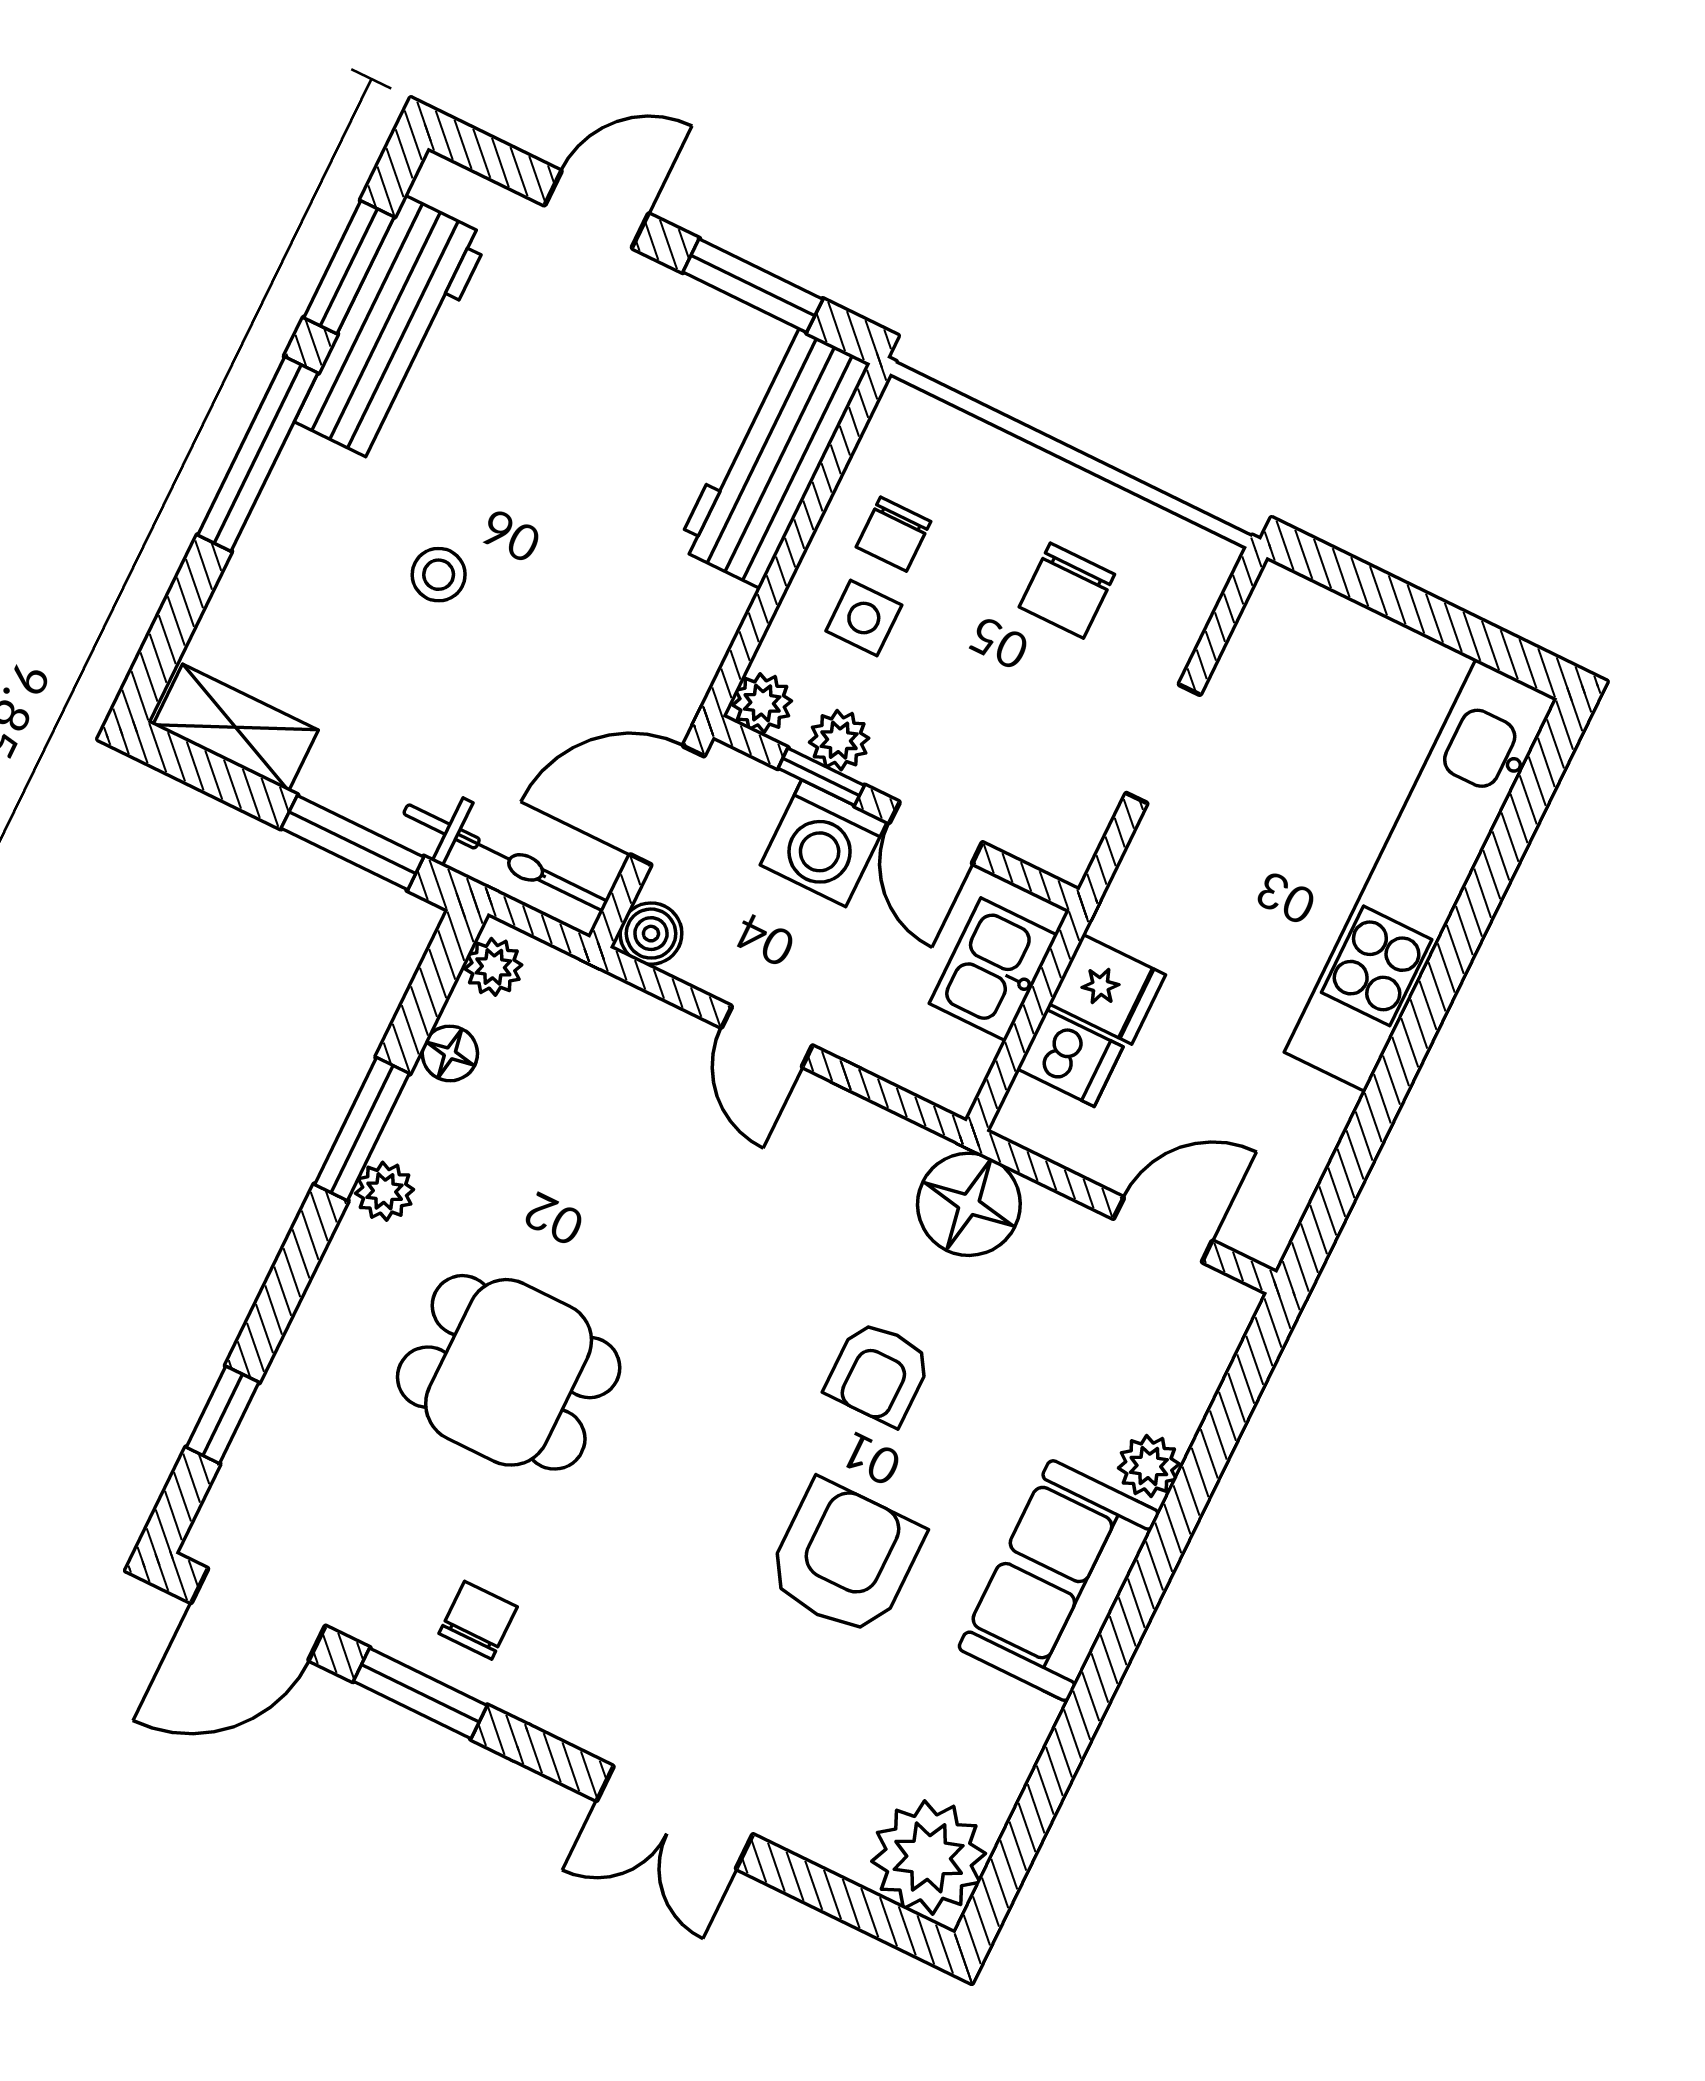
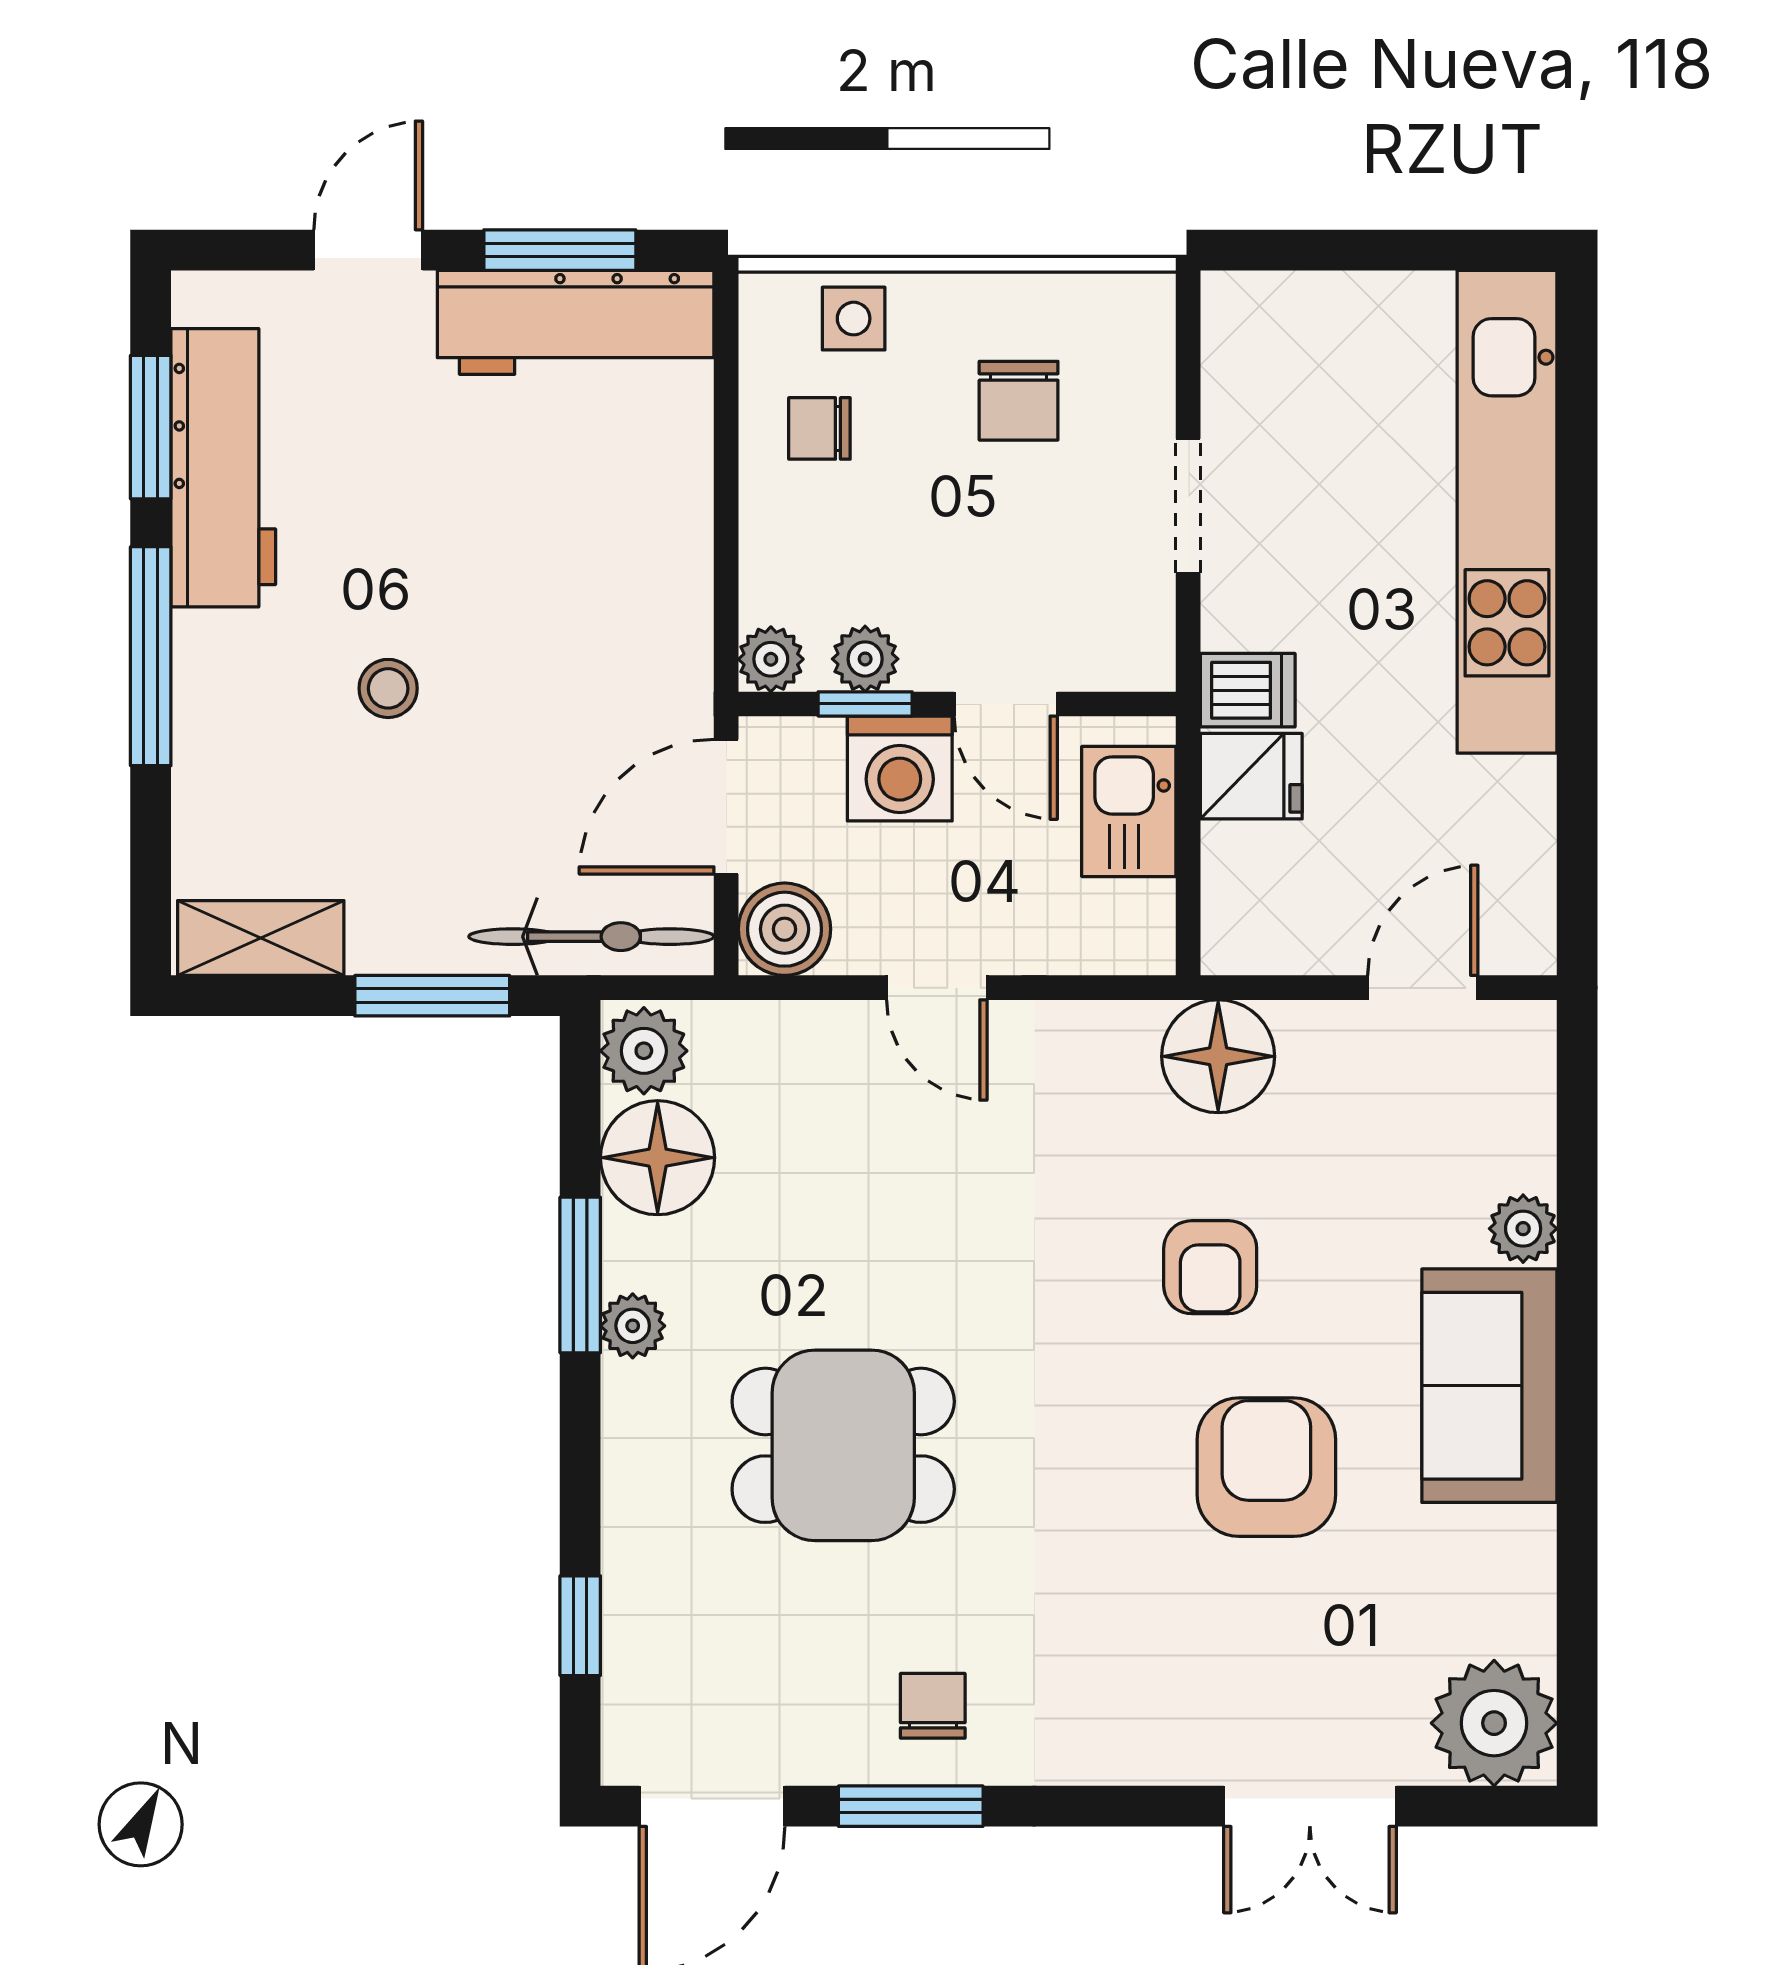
workbench: (773, 455) -> (576, 322), moved, turned -90
chair: (893, 534) -> (819, 428), turned 90
side table: (864, 618) -> (854, 319), moved
boiler: (651, 934) -> (785, 929), width x1.36, depth x1.36
plant: (493, 967) -> (644, 1051), width x1.38, depth x1.38
floor lamp: (450, 1053) -> (658, 1158), width x1.89, depth x1.89
dishwasher: (1070, 1058) -> (1248, 690), moved
double door: (675, 1817) -> (1310, 1806), moved

